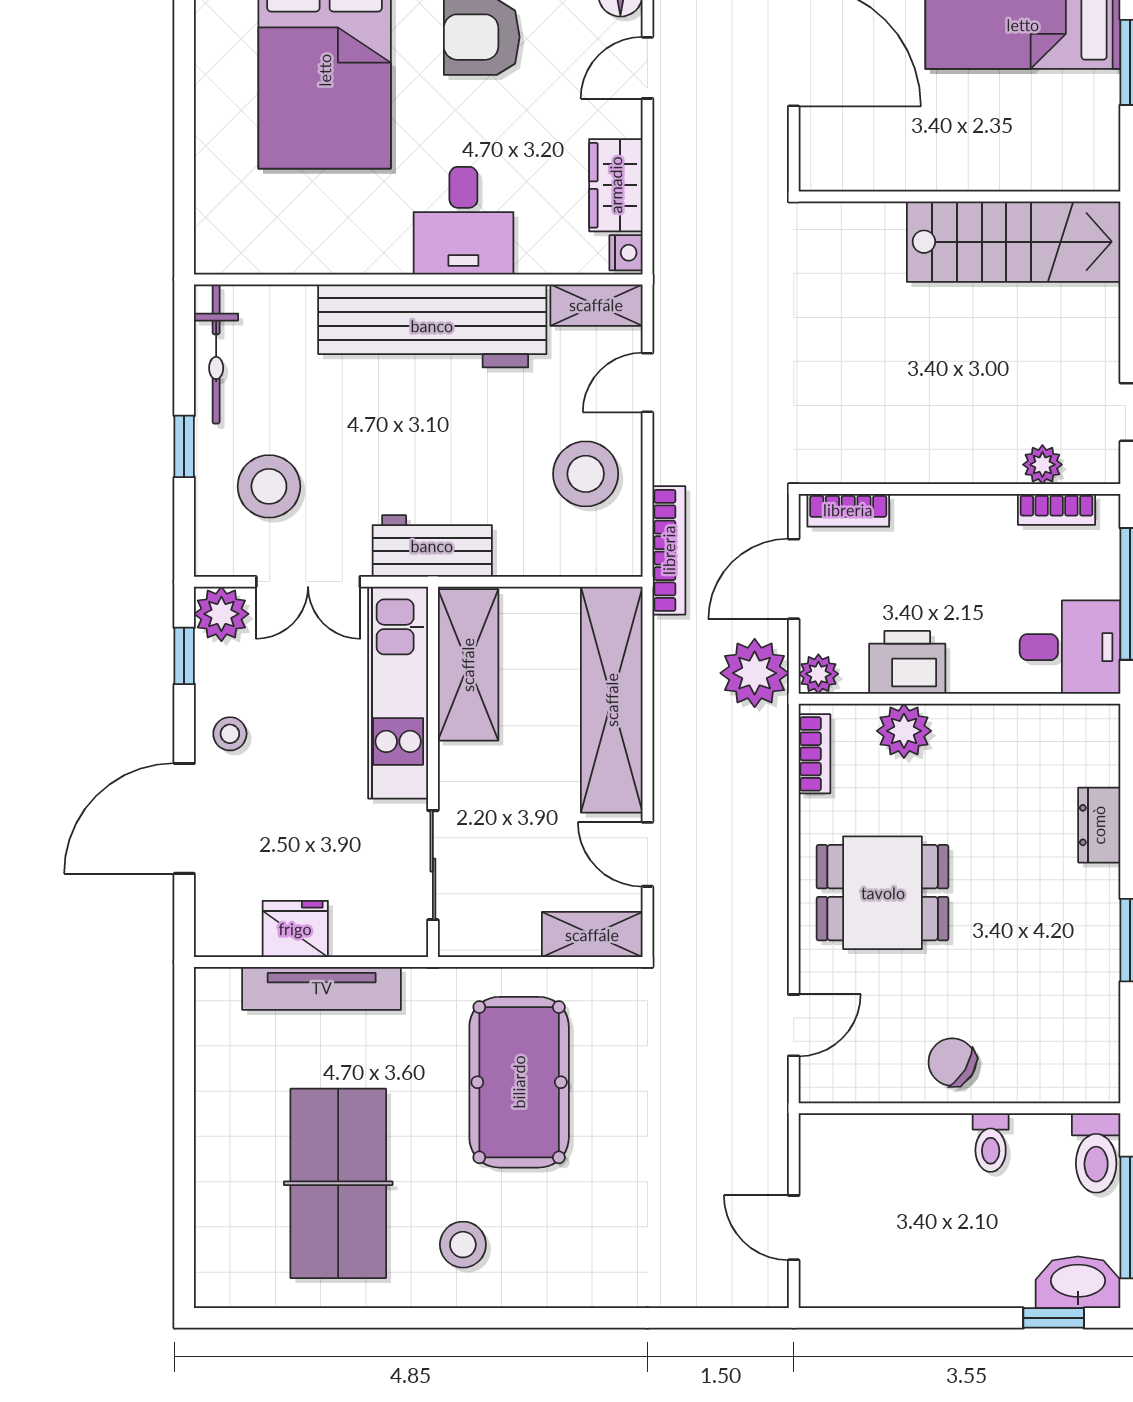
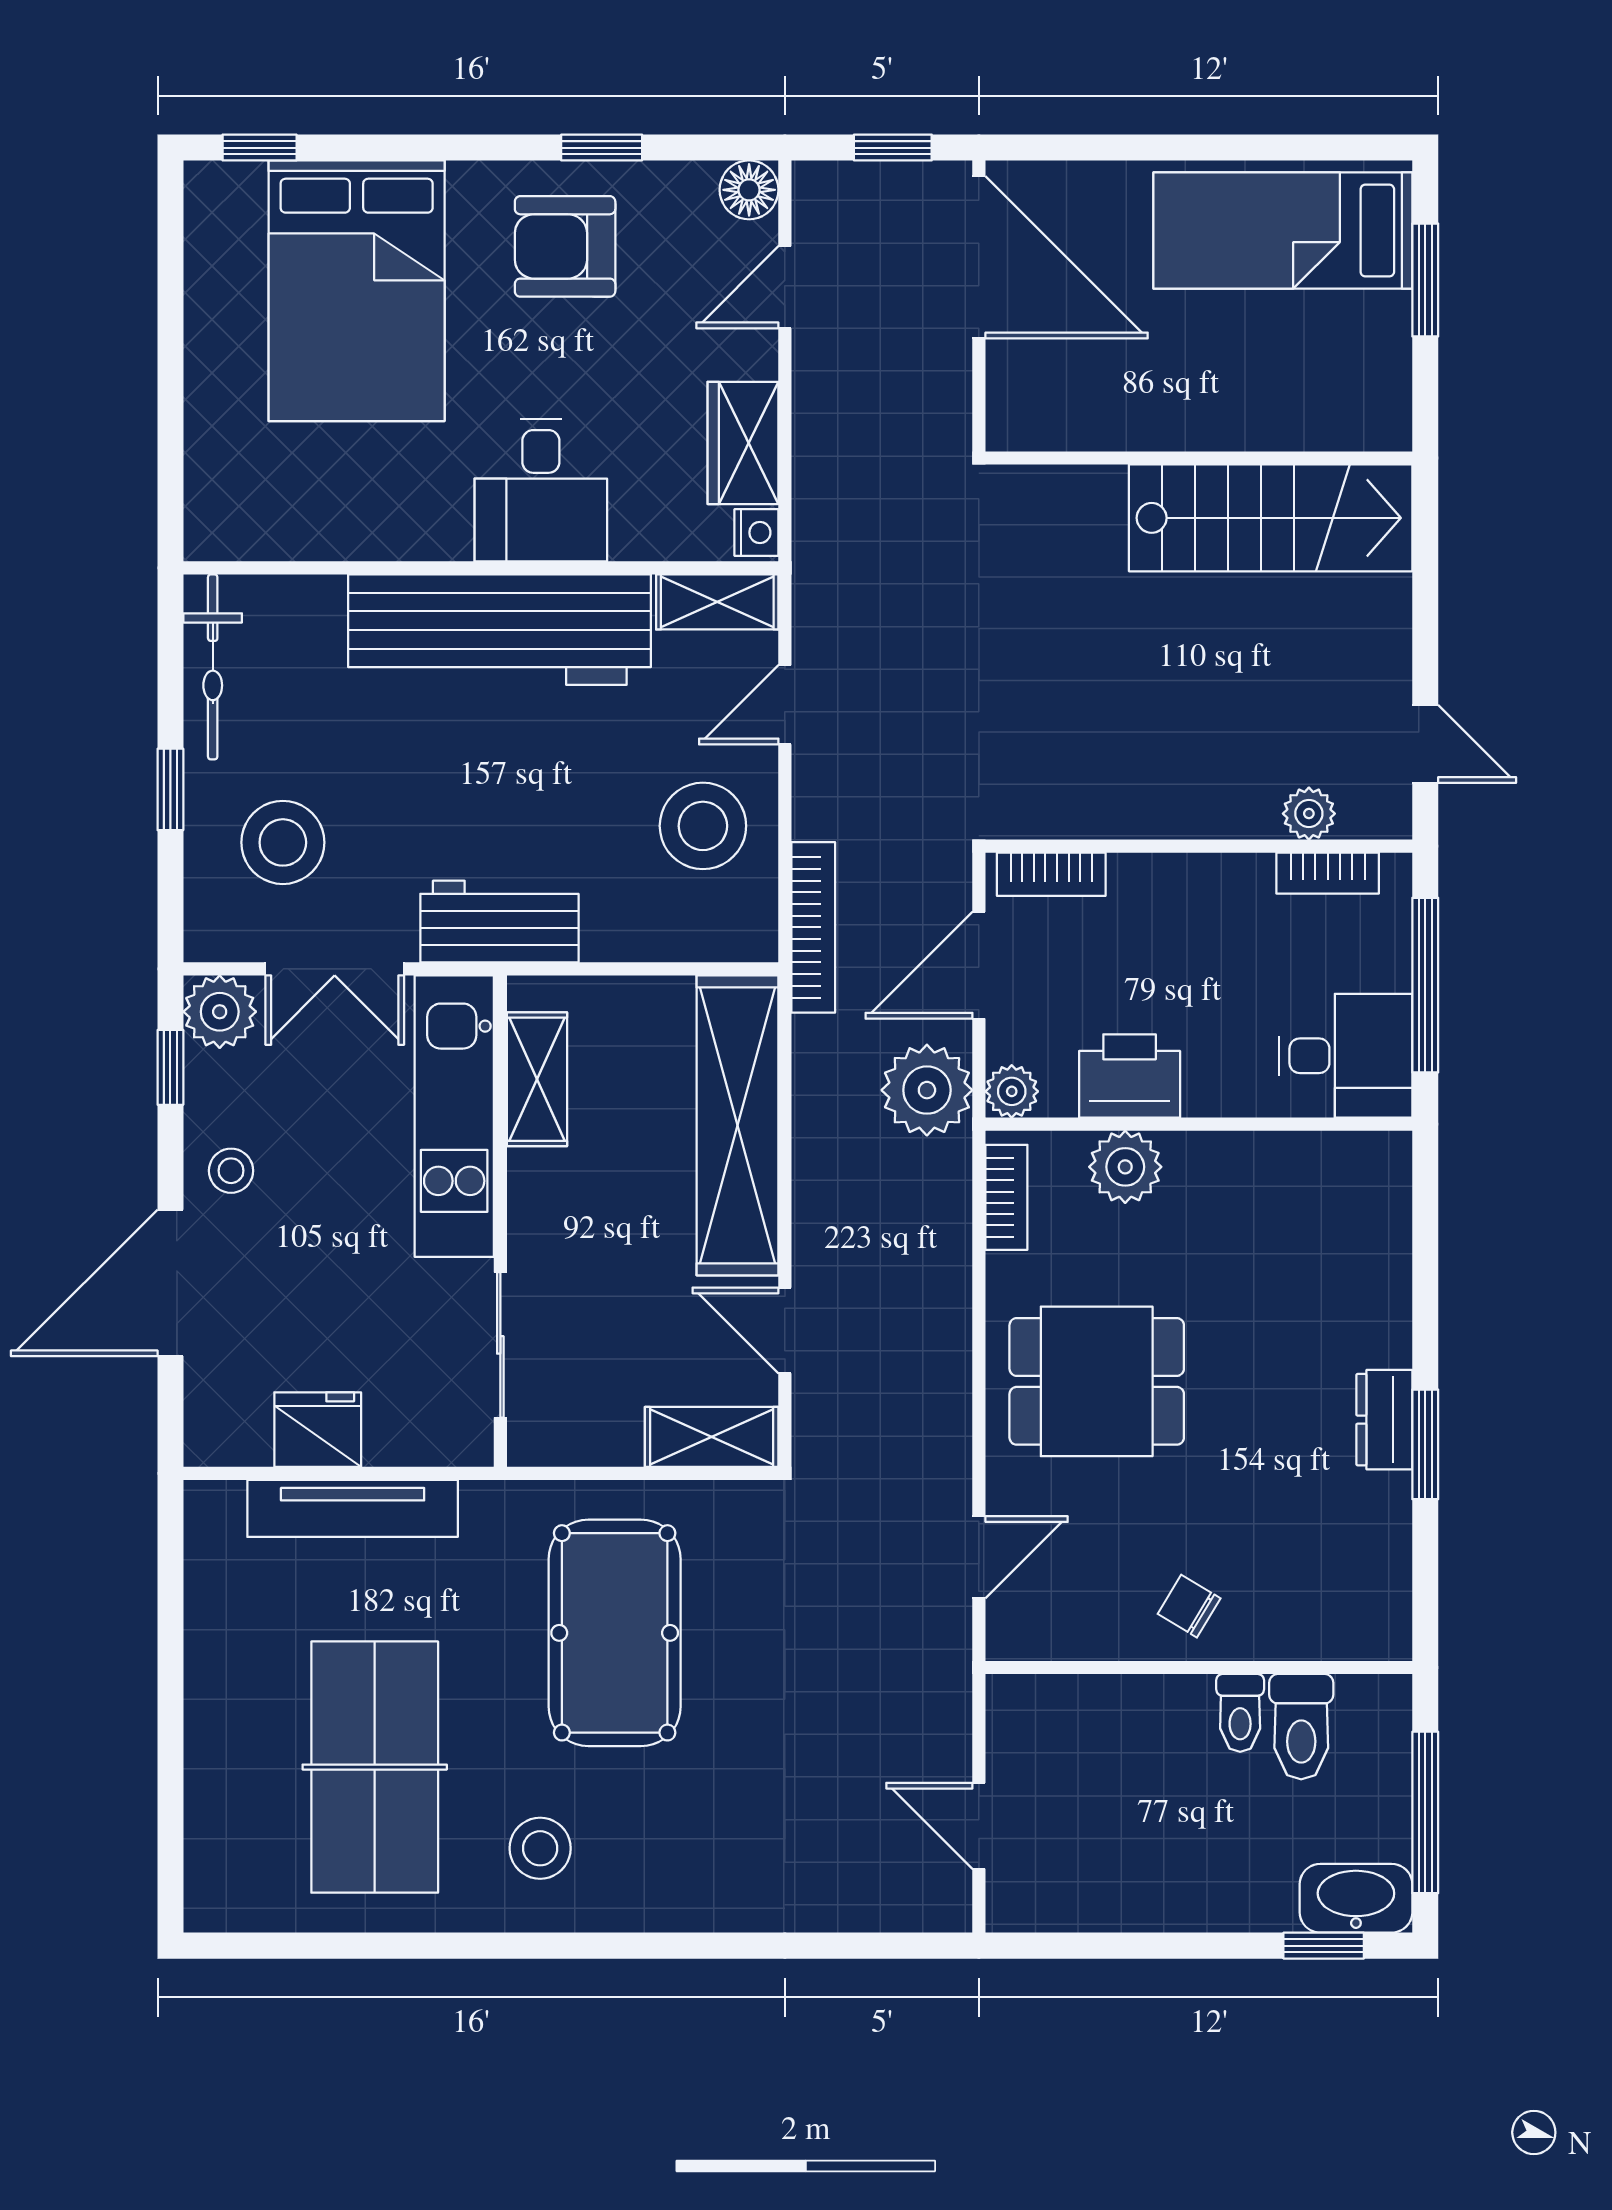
shelving: (468, 665) -> (537, 1079), width x0.67, depth x0.75
dresser: (1099, 825) -> (1384, 1420), moved
chair: (952, 1062) -> (1189, 1606), width x0.73, depth x0.73
toilet: (1096, 1153) -> (1301, 1727), moved

